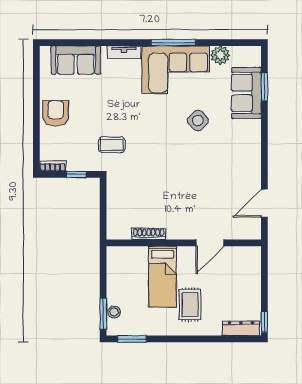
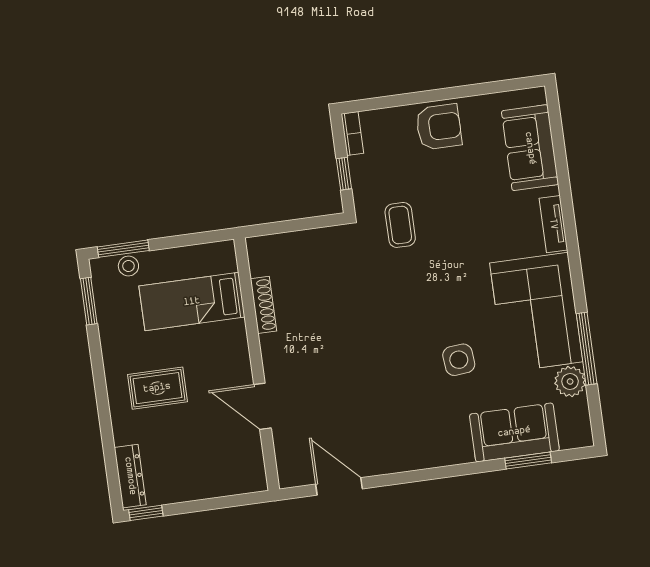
window: (173, 43) -> (587, 349), moved
side table: (198, 121) -> (459, 360), turned 38
bed: (163, 277) -> (192, 302), moved

